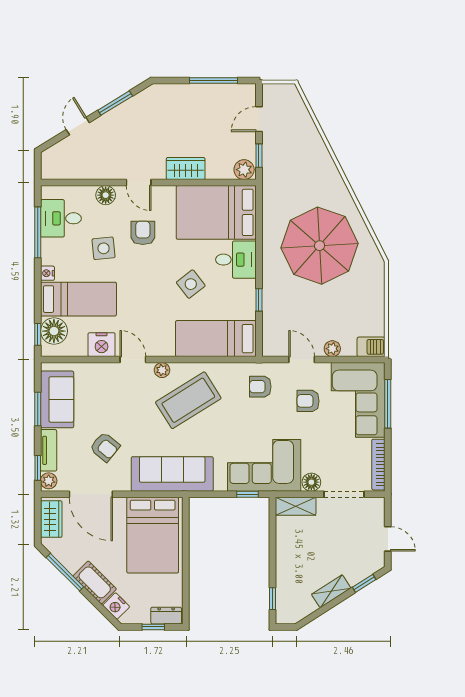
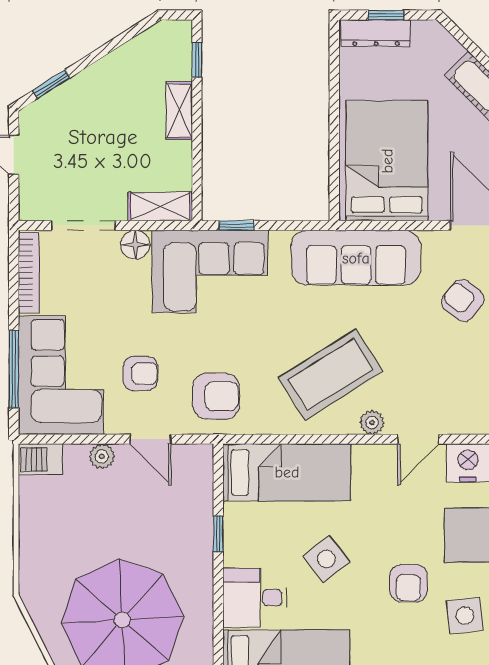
armchair: (143, 233) -> (408, 583), moved
door: (133, 360) -> (418, 439), hinge flipped
armchair: (260, 387) -> (216, 396), width x1.38, depth x1.38
shelving: (331, 591) -> (179, 110), moved, turned -57
nightstand: (116, 606) -> (445, 48), removed
dresser: (166, 616) -> (376, 33), width x1.44

